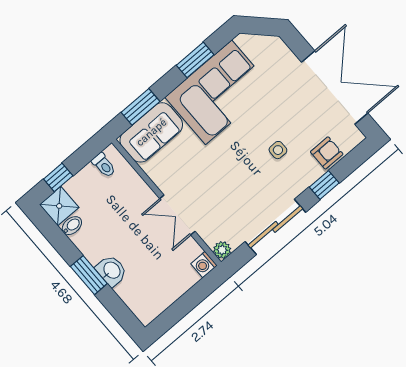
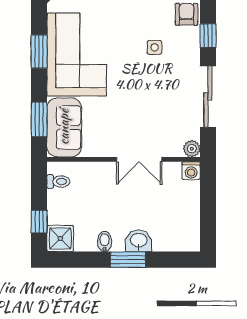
bidet: (72, 226) -> (105, 241), moved

